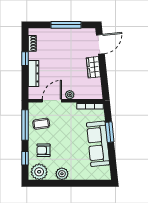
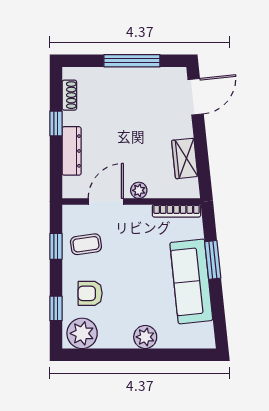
wardrobe: (93, 67) -> (185, 158), moved
window: (25, 125) -> (56, 246), width x0.46
plant: (62, 174) -> (145, 337), moved

